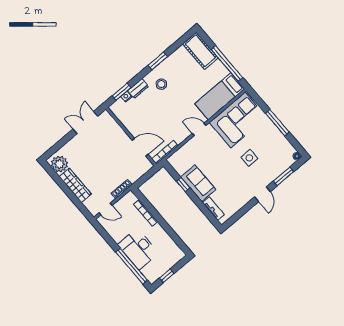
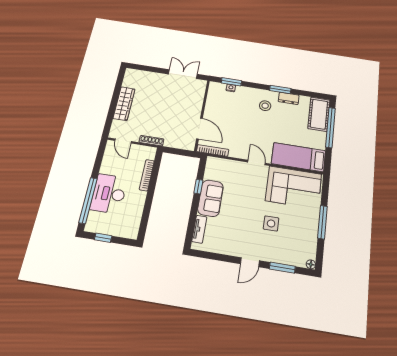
window: (227, 64) -> (331, 127), moved
dresser: (138, 88) -> (289, 98), moved
plant: (59, 164) -> (132, 80), removed

